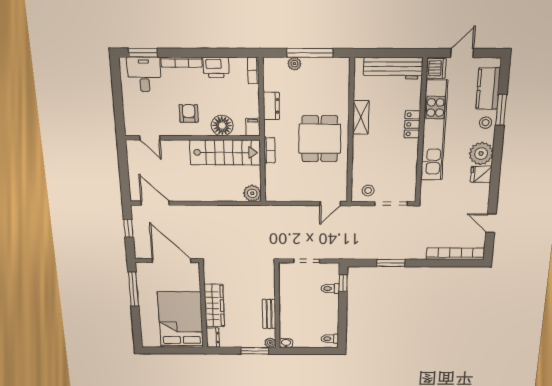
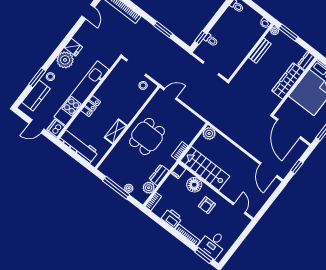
plant: (272, 82) -> (149, 188), added

